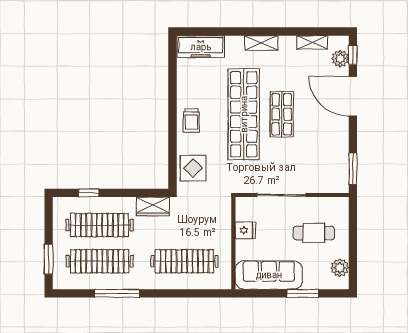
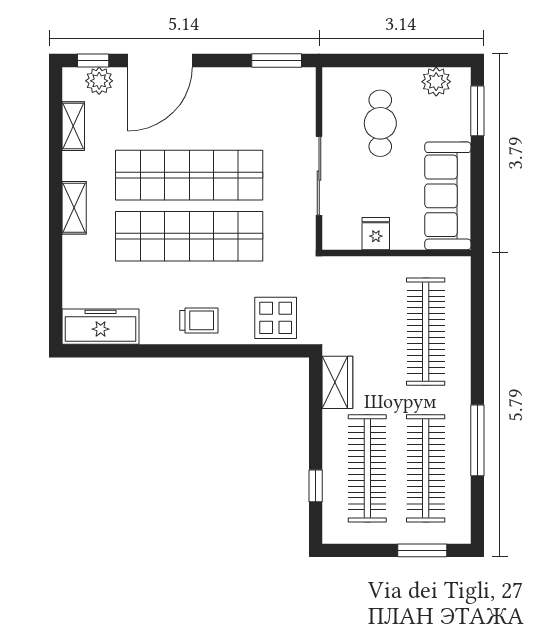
freezer: (201, 47) -> (101, 327), moved, turned -90
shop shelf: (282, 114) -> (189, 175), width x2.00, depth x1.36
window: (303, 293) -> (477, 111), moved

